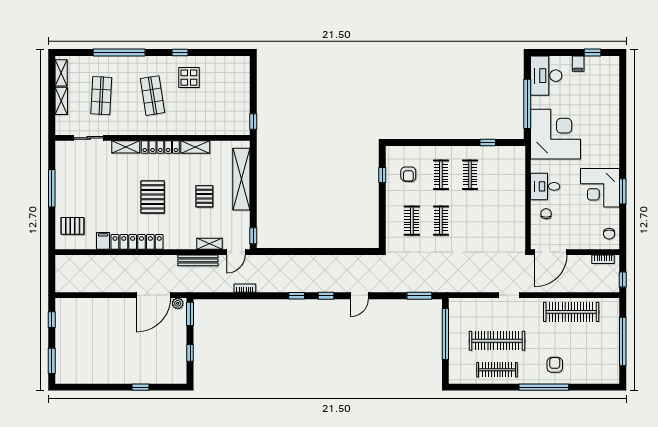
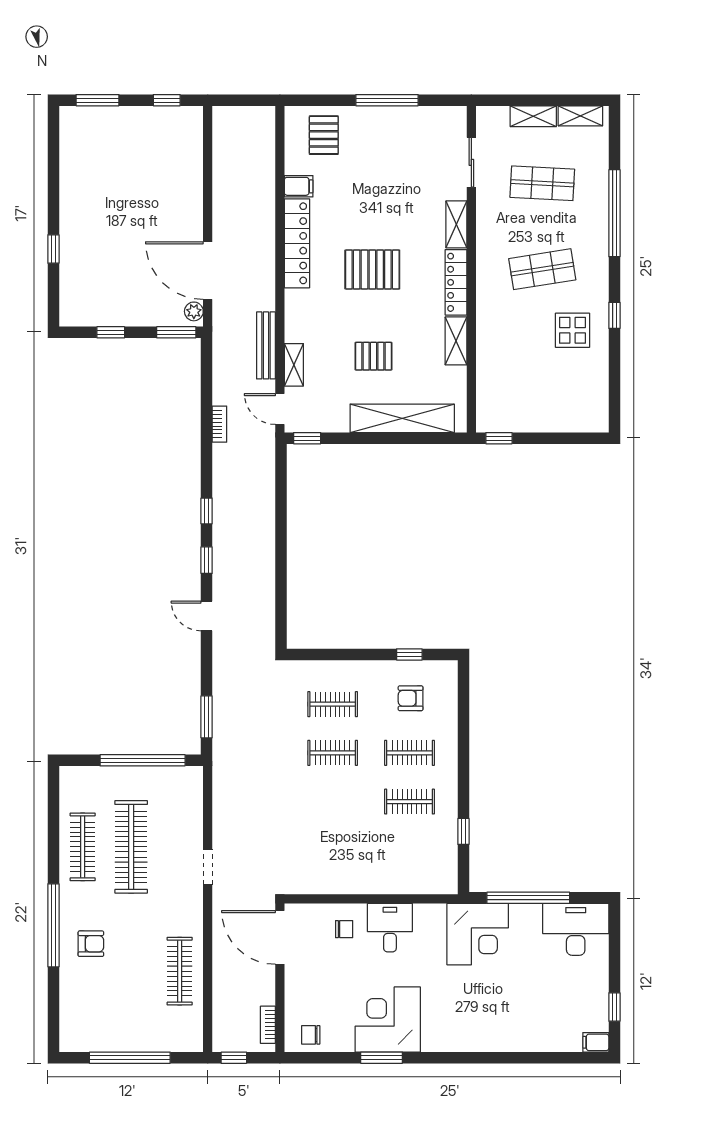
filing cabinet: (578, 64) -> (596, 1042), moved
corner desk: (556, 134) -> (478, 934), width x0.74, depth x0.74
clothes rail: (571, 312) -> (180, 971), width x0.73, depth x0.76

